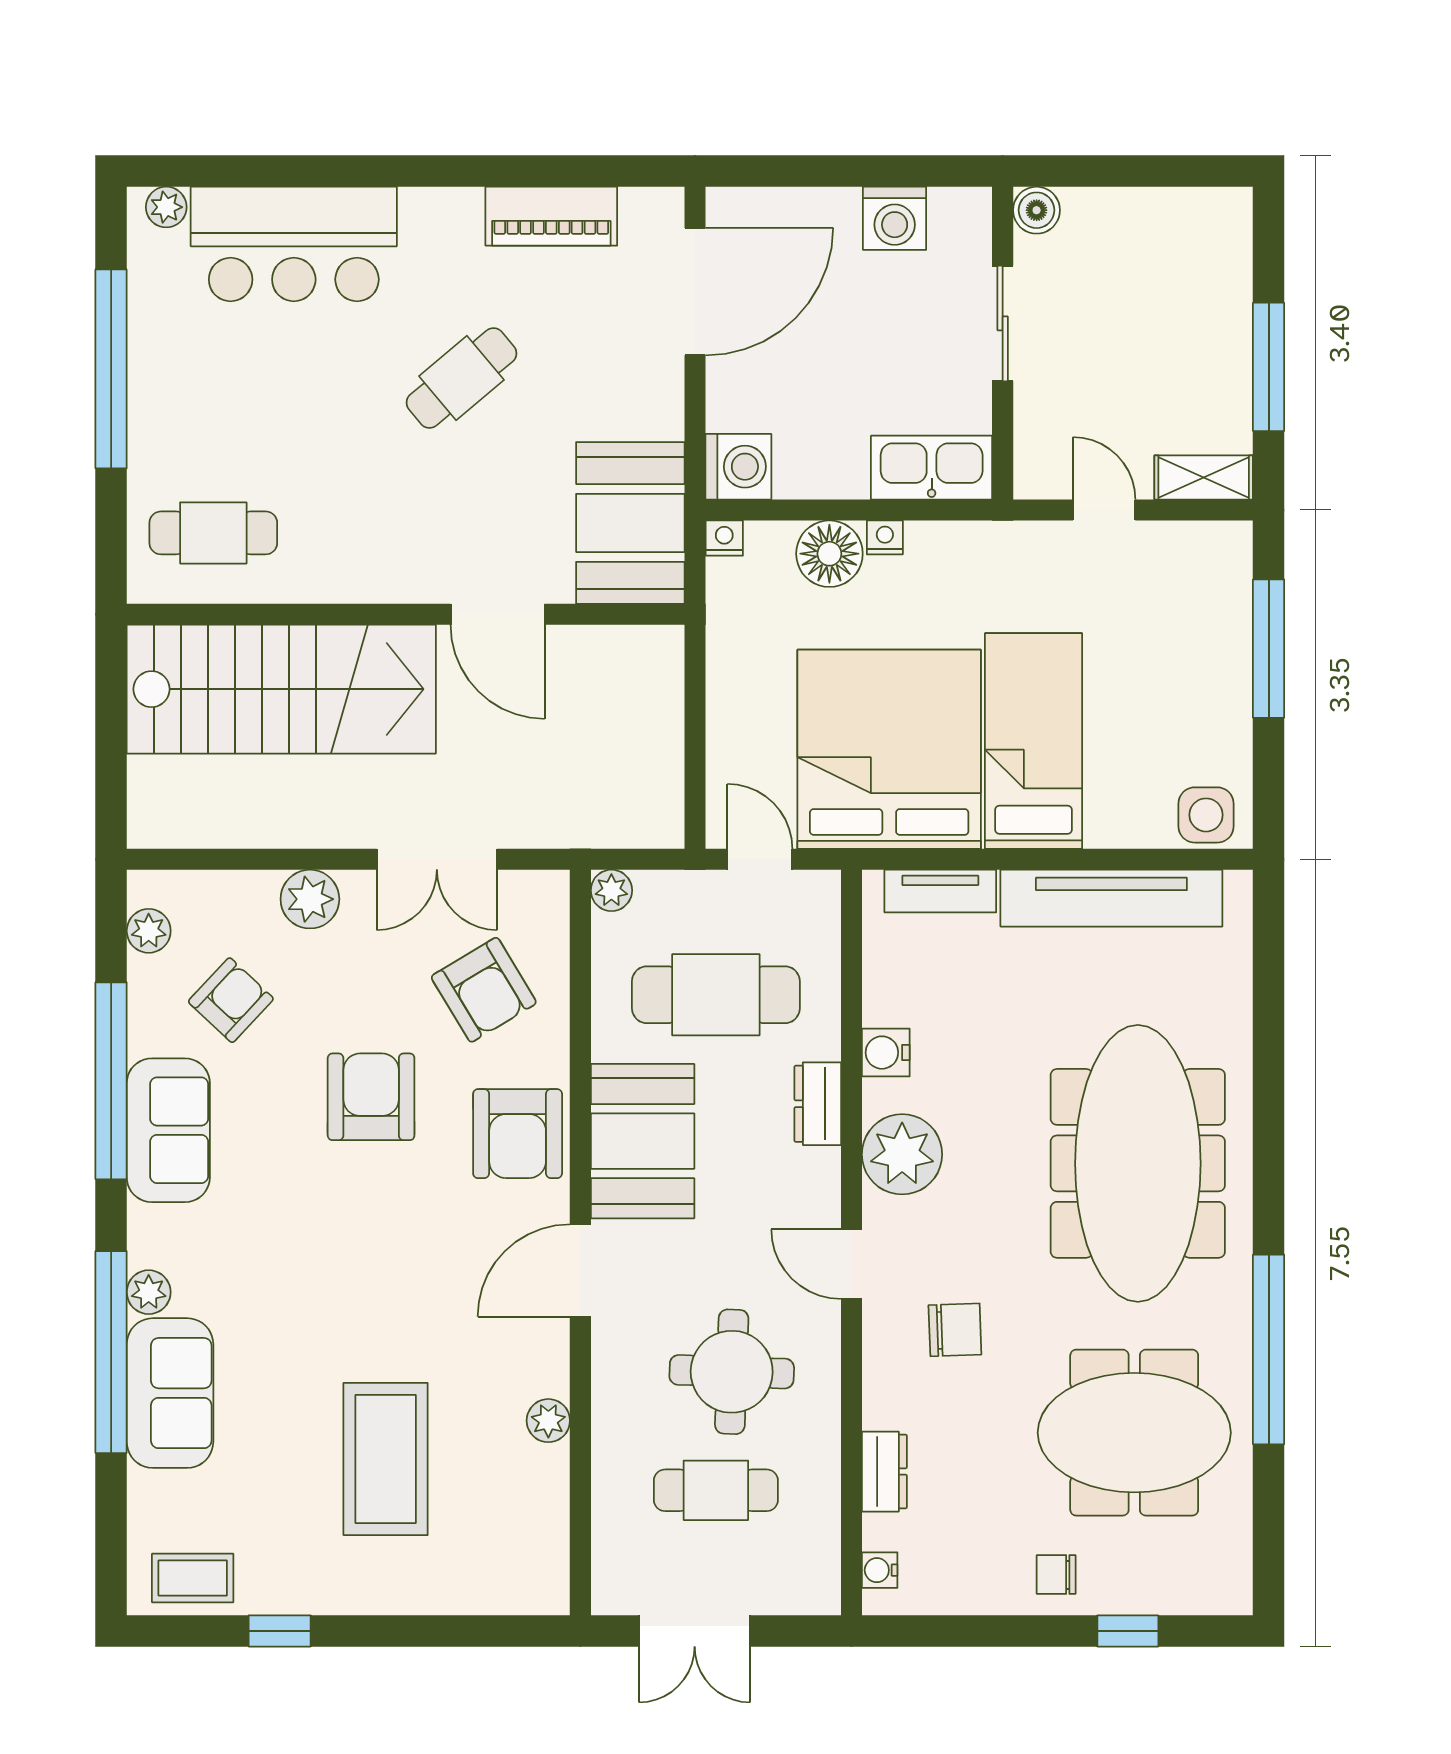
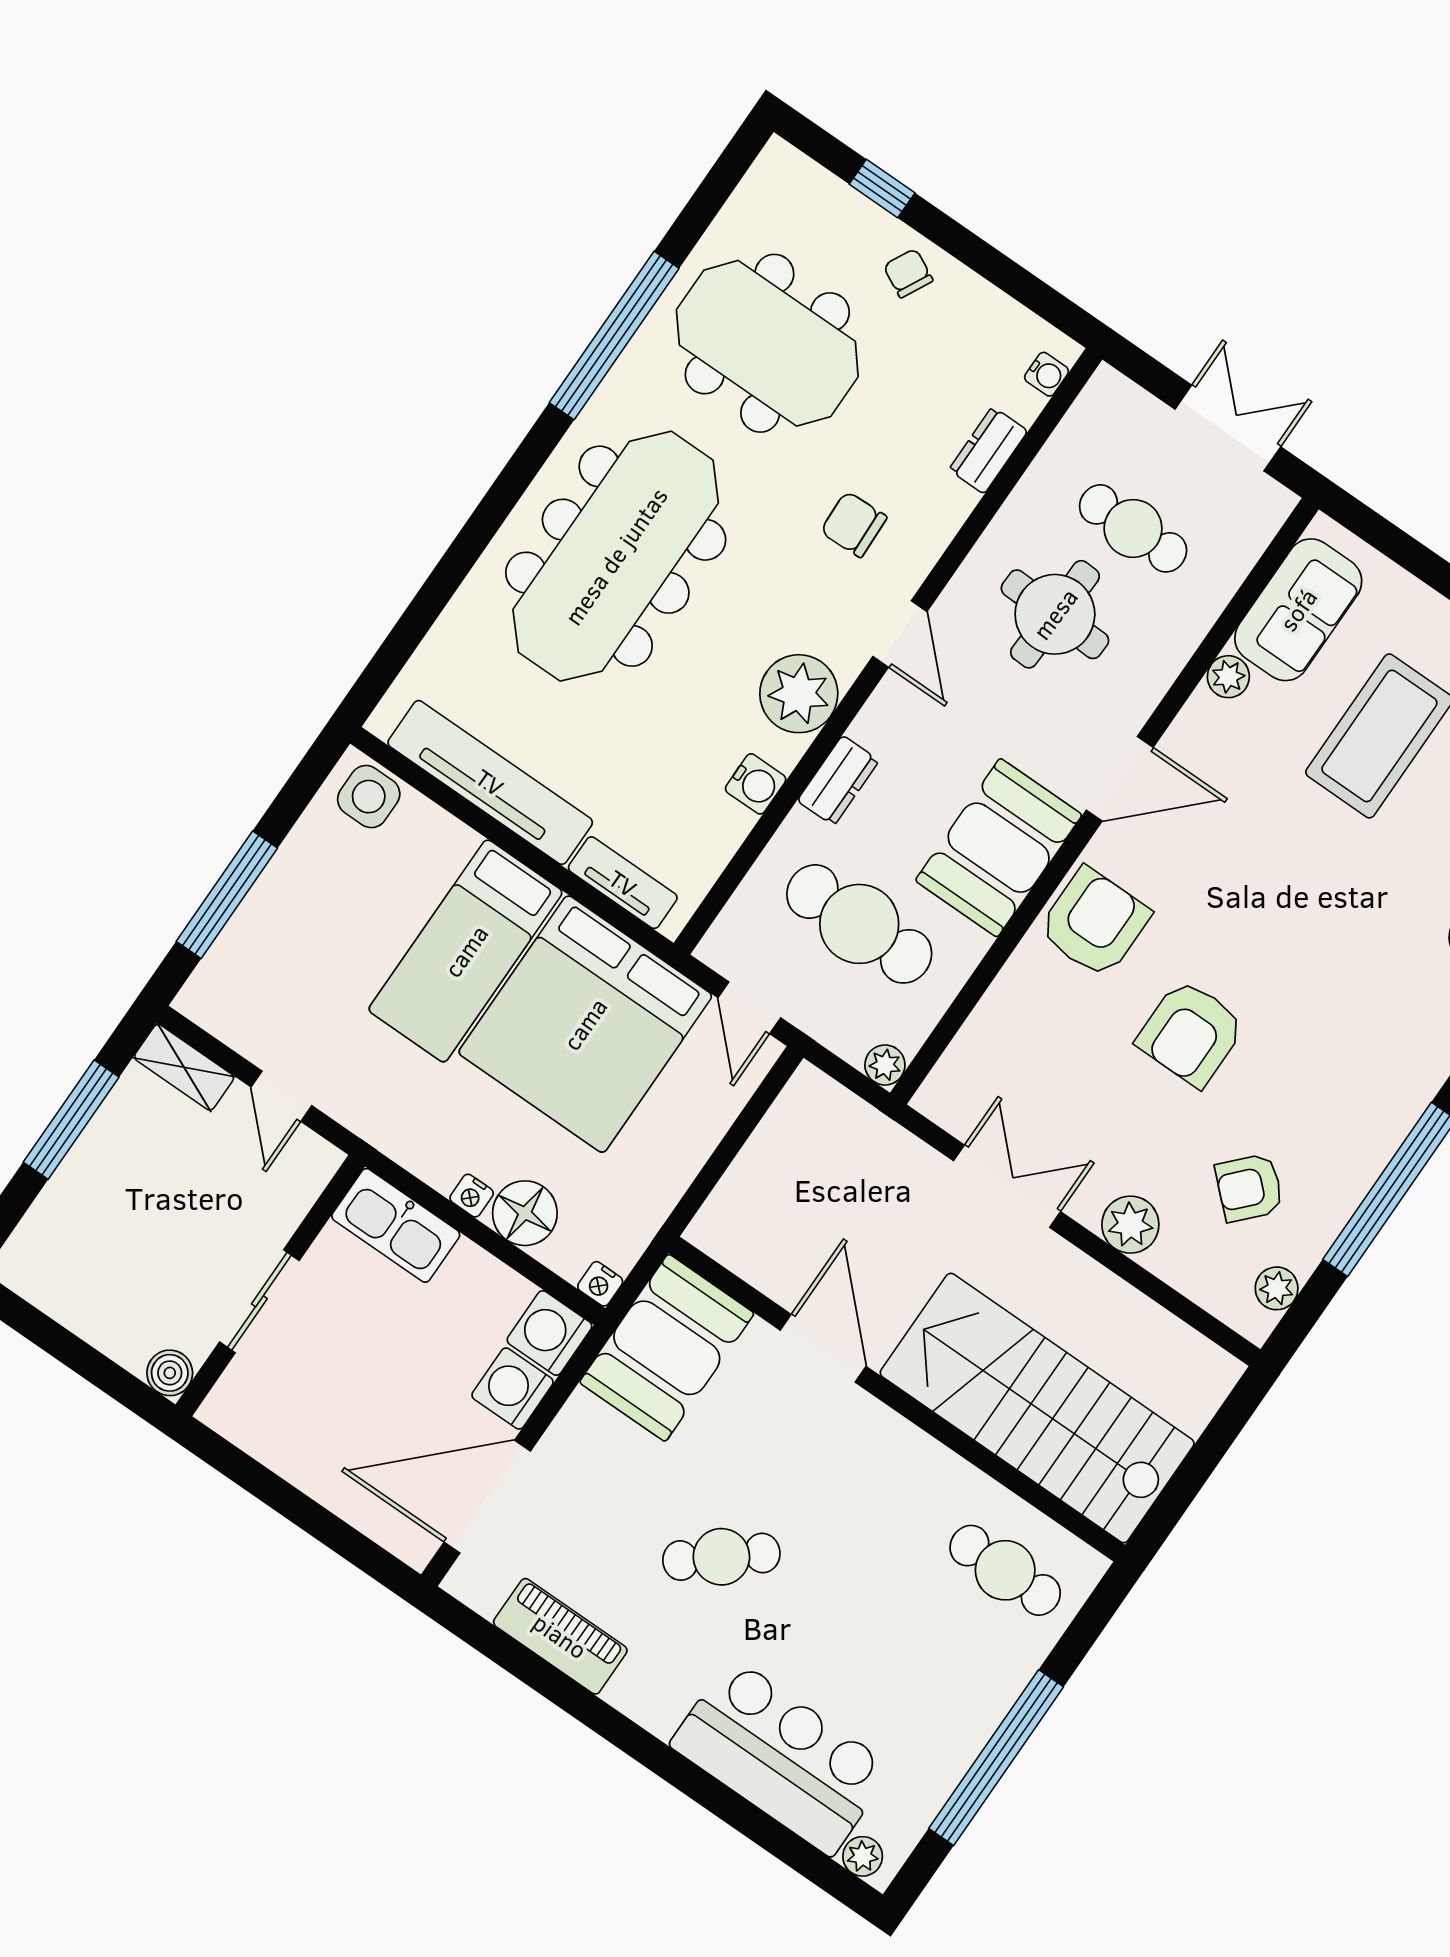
washing machine: (895, 218) -> (513, 1389), moved, turned -90
armchair: (484, 990) -> (1042, 1056), removed
sofa: (168, 1130) -> (1298, 610), moved, turned 180
chair: (1056, 1575) -> (908, 273), turned -153

